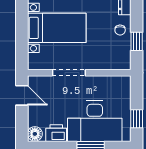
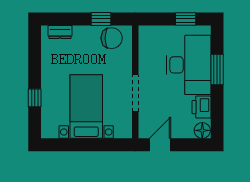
chair: (120, 30) -> (112, 38), moved, width x1.87, depth x1.87

